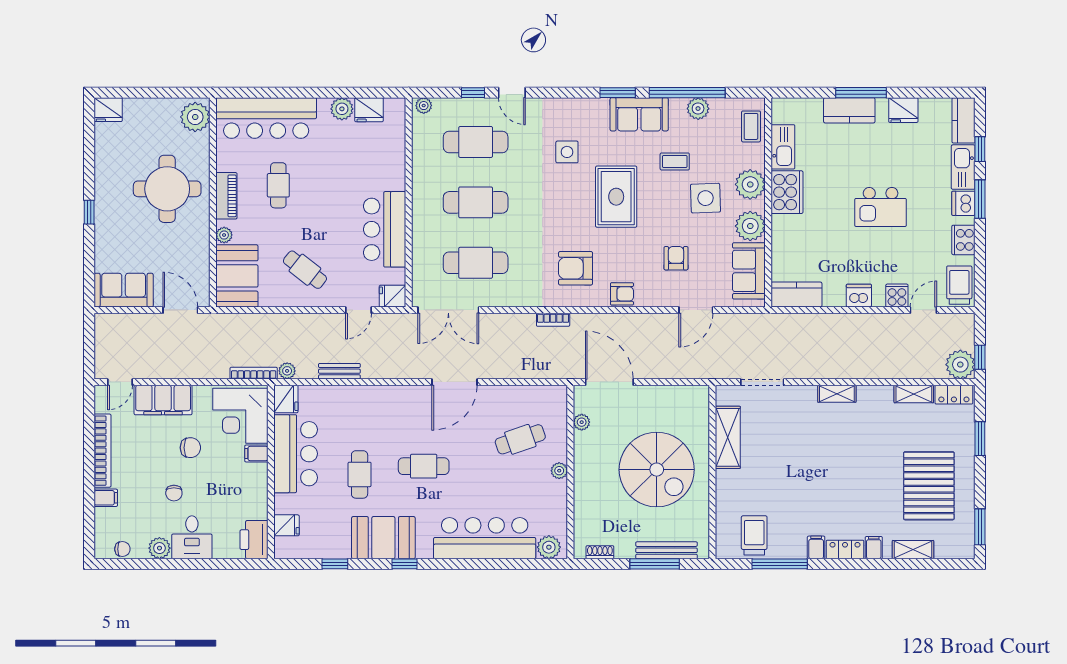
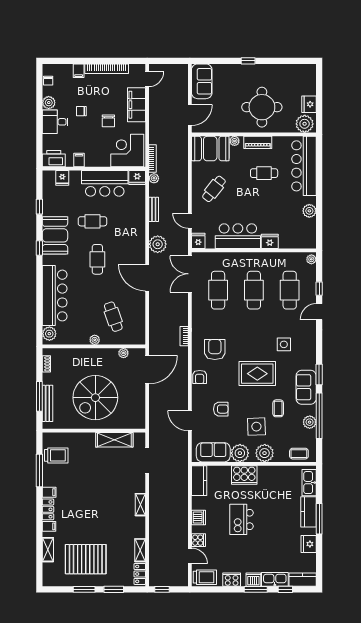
fridge: (108, 110) -> (309, 104), moved
fridge: (369, 110) -> (270, 241), moved, turned 90
kitchen sink: (783, 147) -> (309, 483), moved, turned 90
cooker: (787, 192) -> (244, 475), moved
kitchen island: (881, 207) -> (241, 519), moved
plant: (960, 365) -> (158, 244), moved
door: (120, 382) -> (147, 79), swing flipped
filing cabinet: (256, 454) -> (79, 160), moved
window: (980, 527) -> (84, 589), moved

